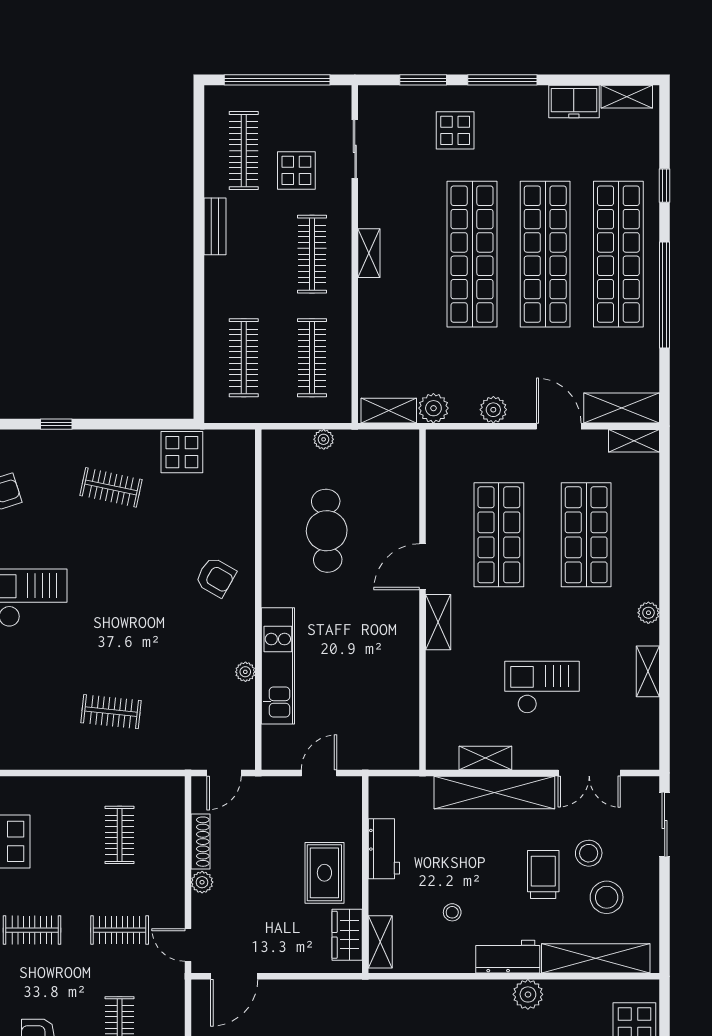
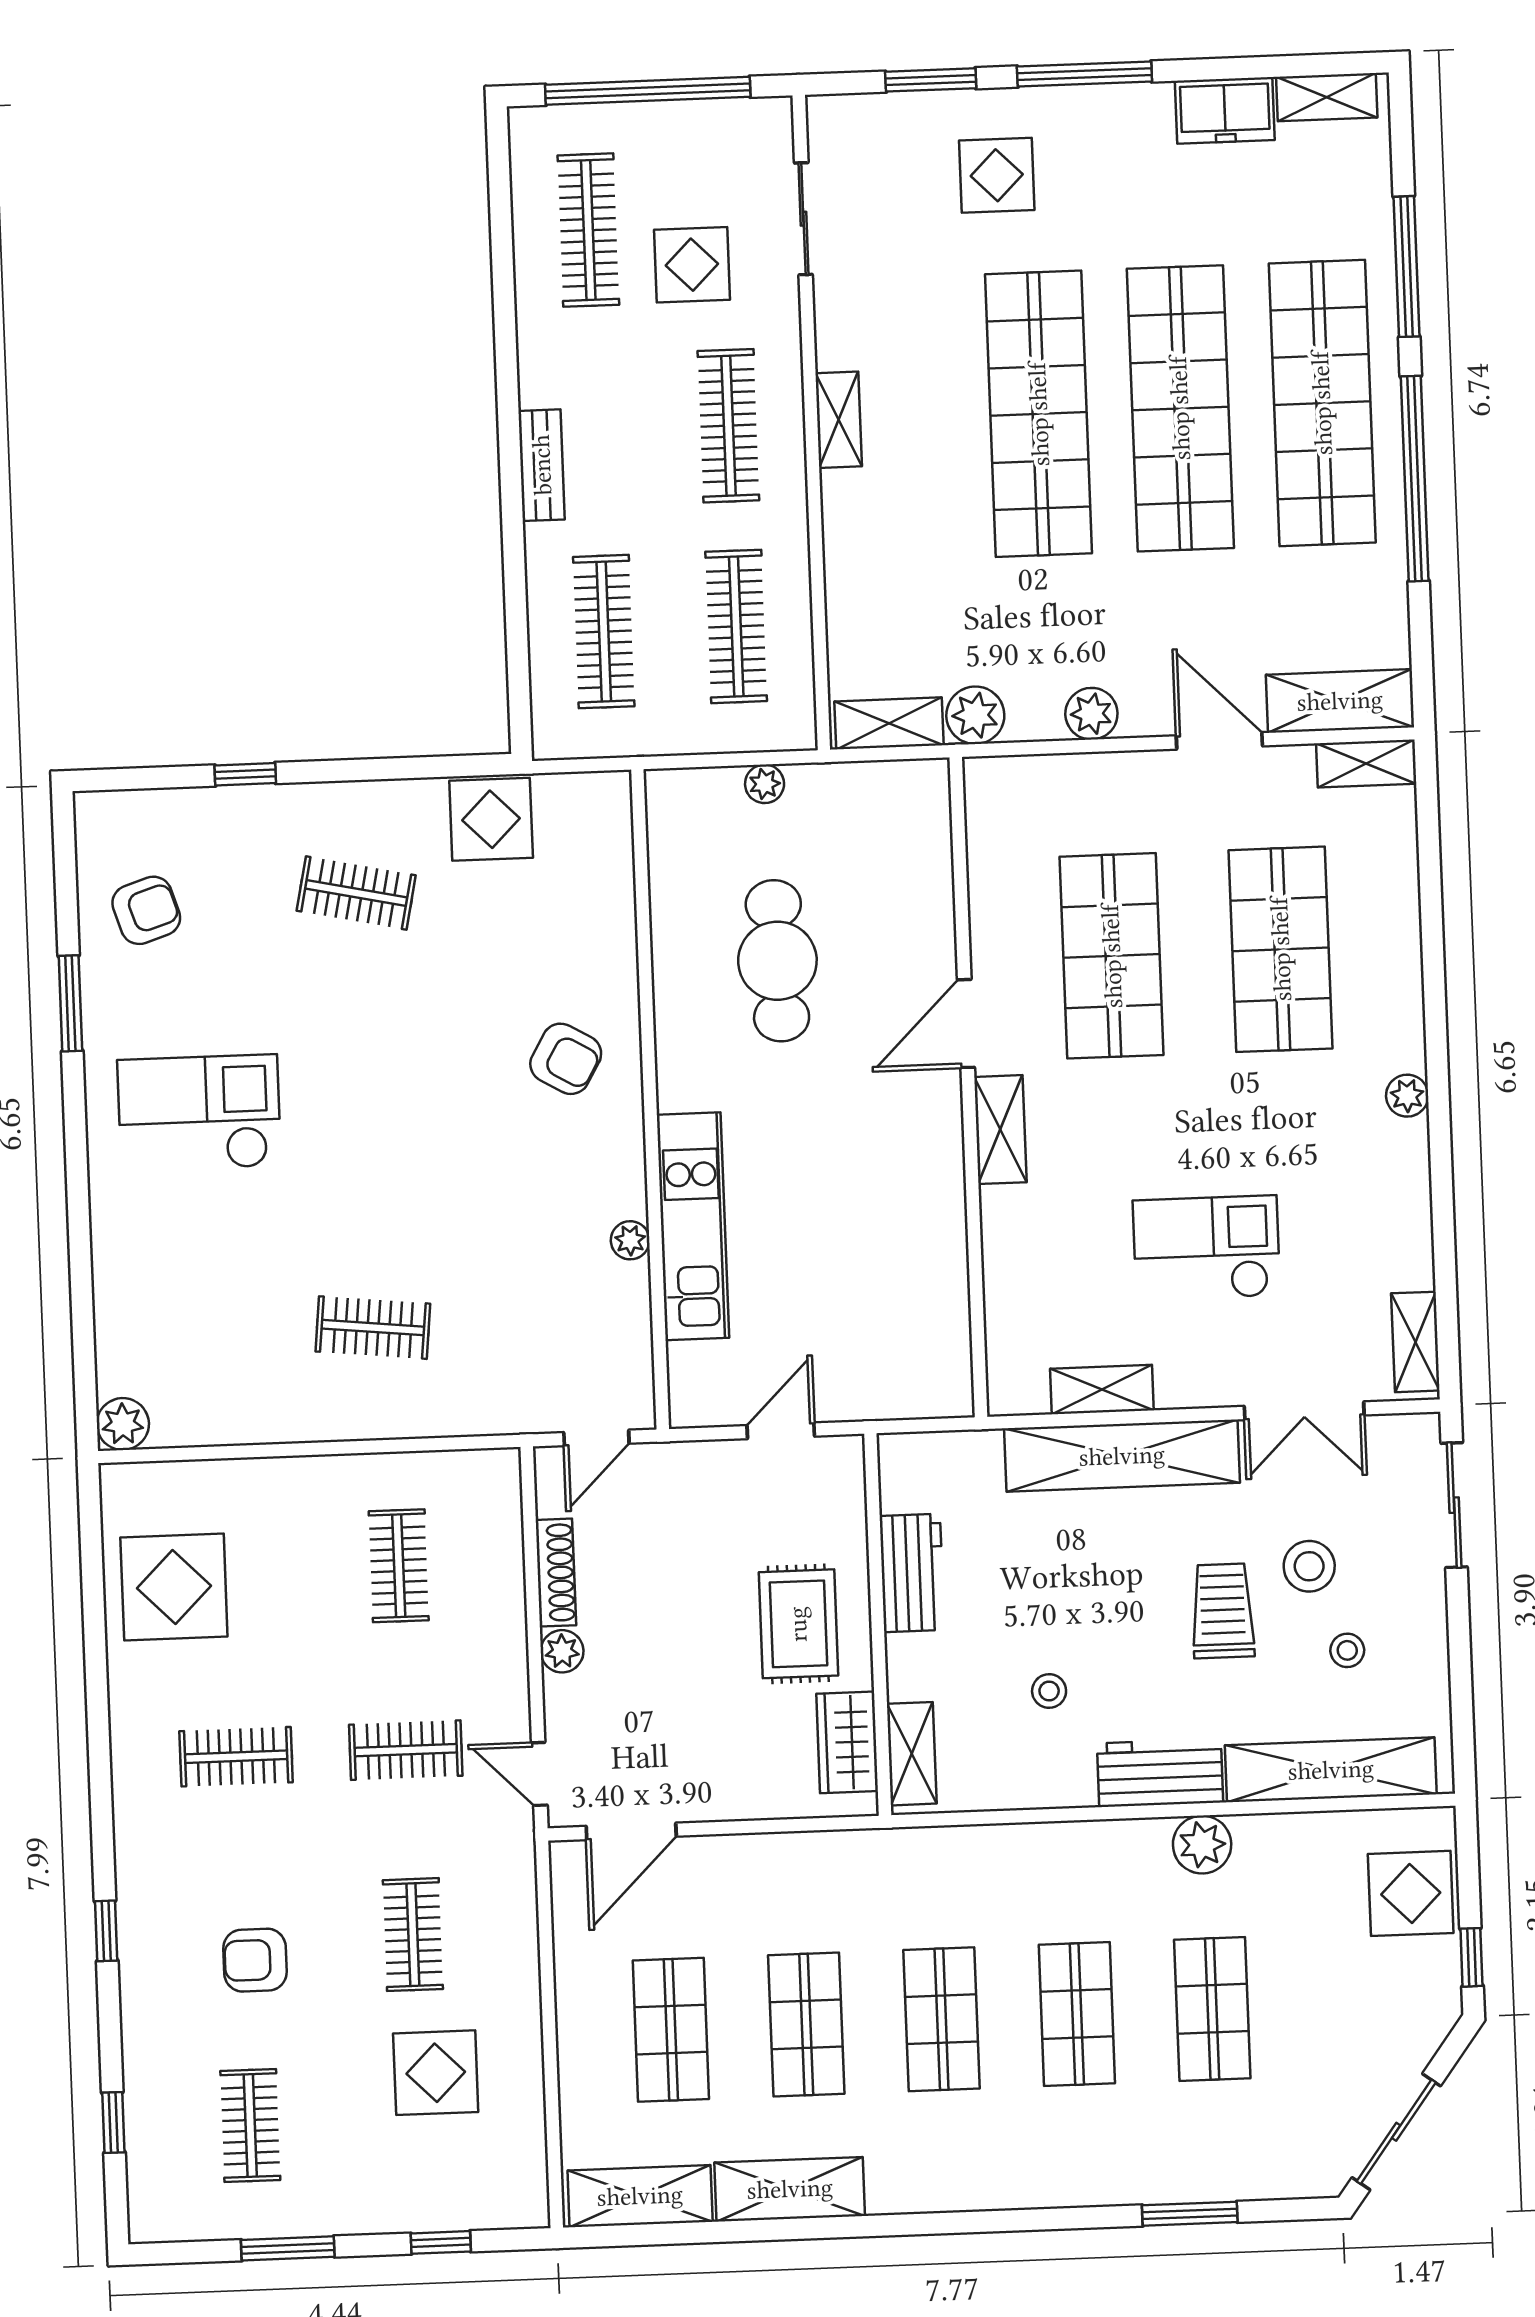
window: (665, 186) -> (1407, 267), width x2.17
bench: (215, 226) -> (542, 465), moved
shelving: (648, 671) -> (1415, 1342), moved
stool: (607, 897) -> (1347, 1650), width x0.53, depth x0.53

